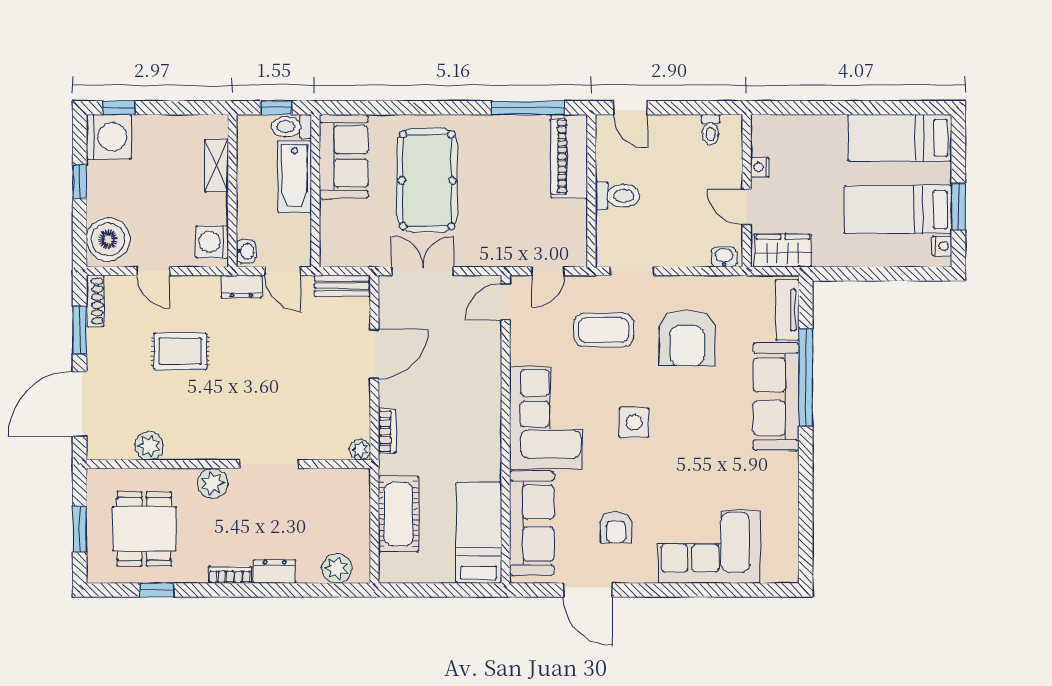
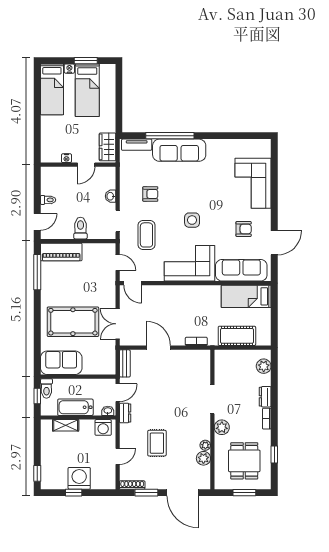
toilet: (711, 130) -> (48, 200), moved
washing machine: (109, 137) -> (79, 478), moved
bathtub: (294, 177) -> (75, 407), moved, turned 180
boiler: (108, 240) -> (102, 479), removed
nightstand: (942, 246) -> (69, 69), moved
washbasin: (724, 257) -> (111, 196), moved
armchair: (687, 338) -> (150, 194), width x0.53, depth x0.53
plant: (360, 450) -> (205, 445), moved
dining table: (144, 529) -> (244, 461), turned 90

